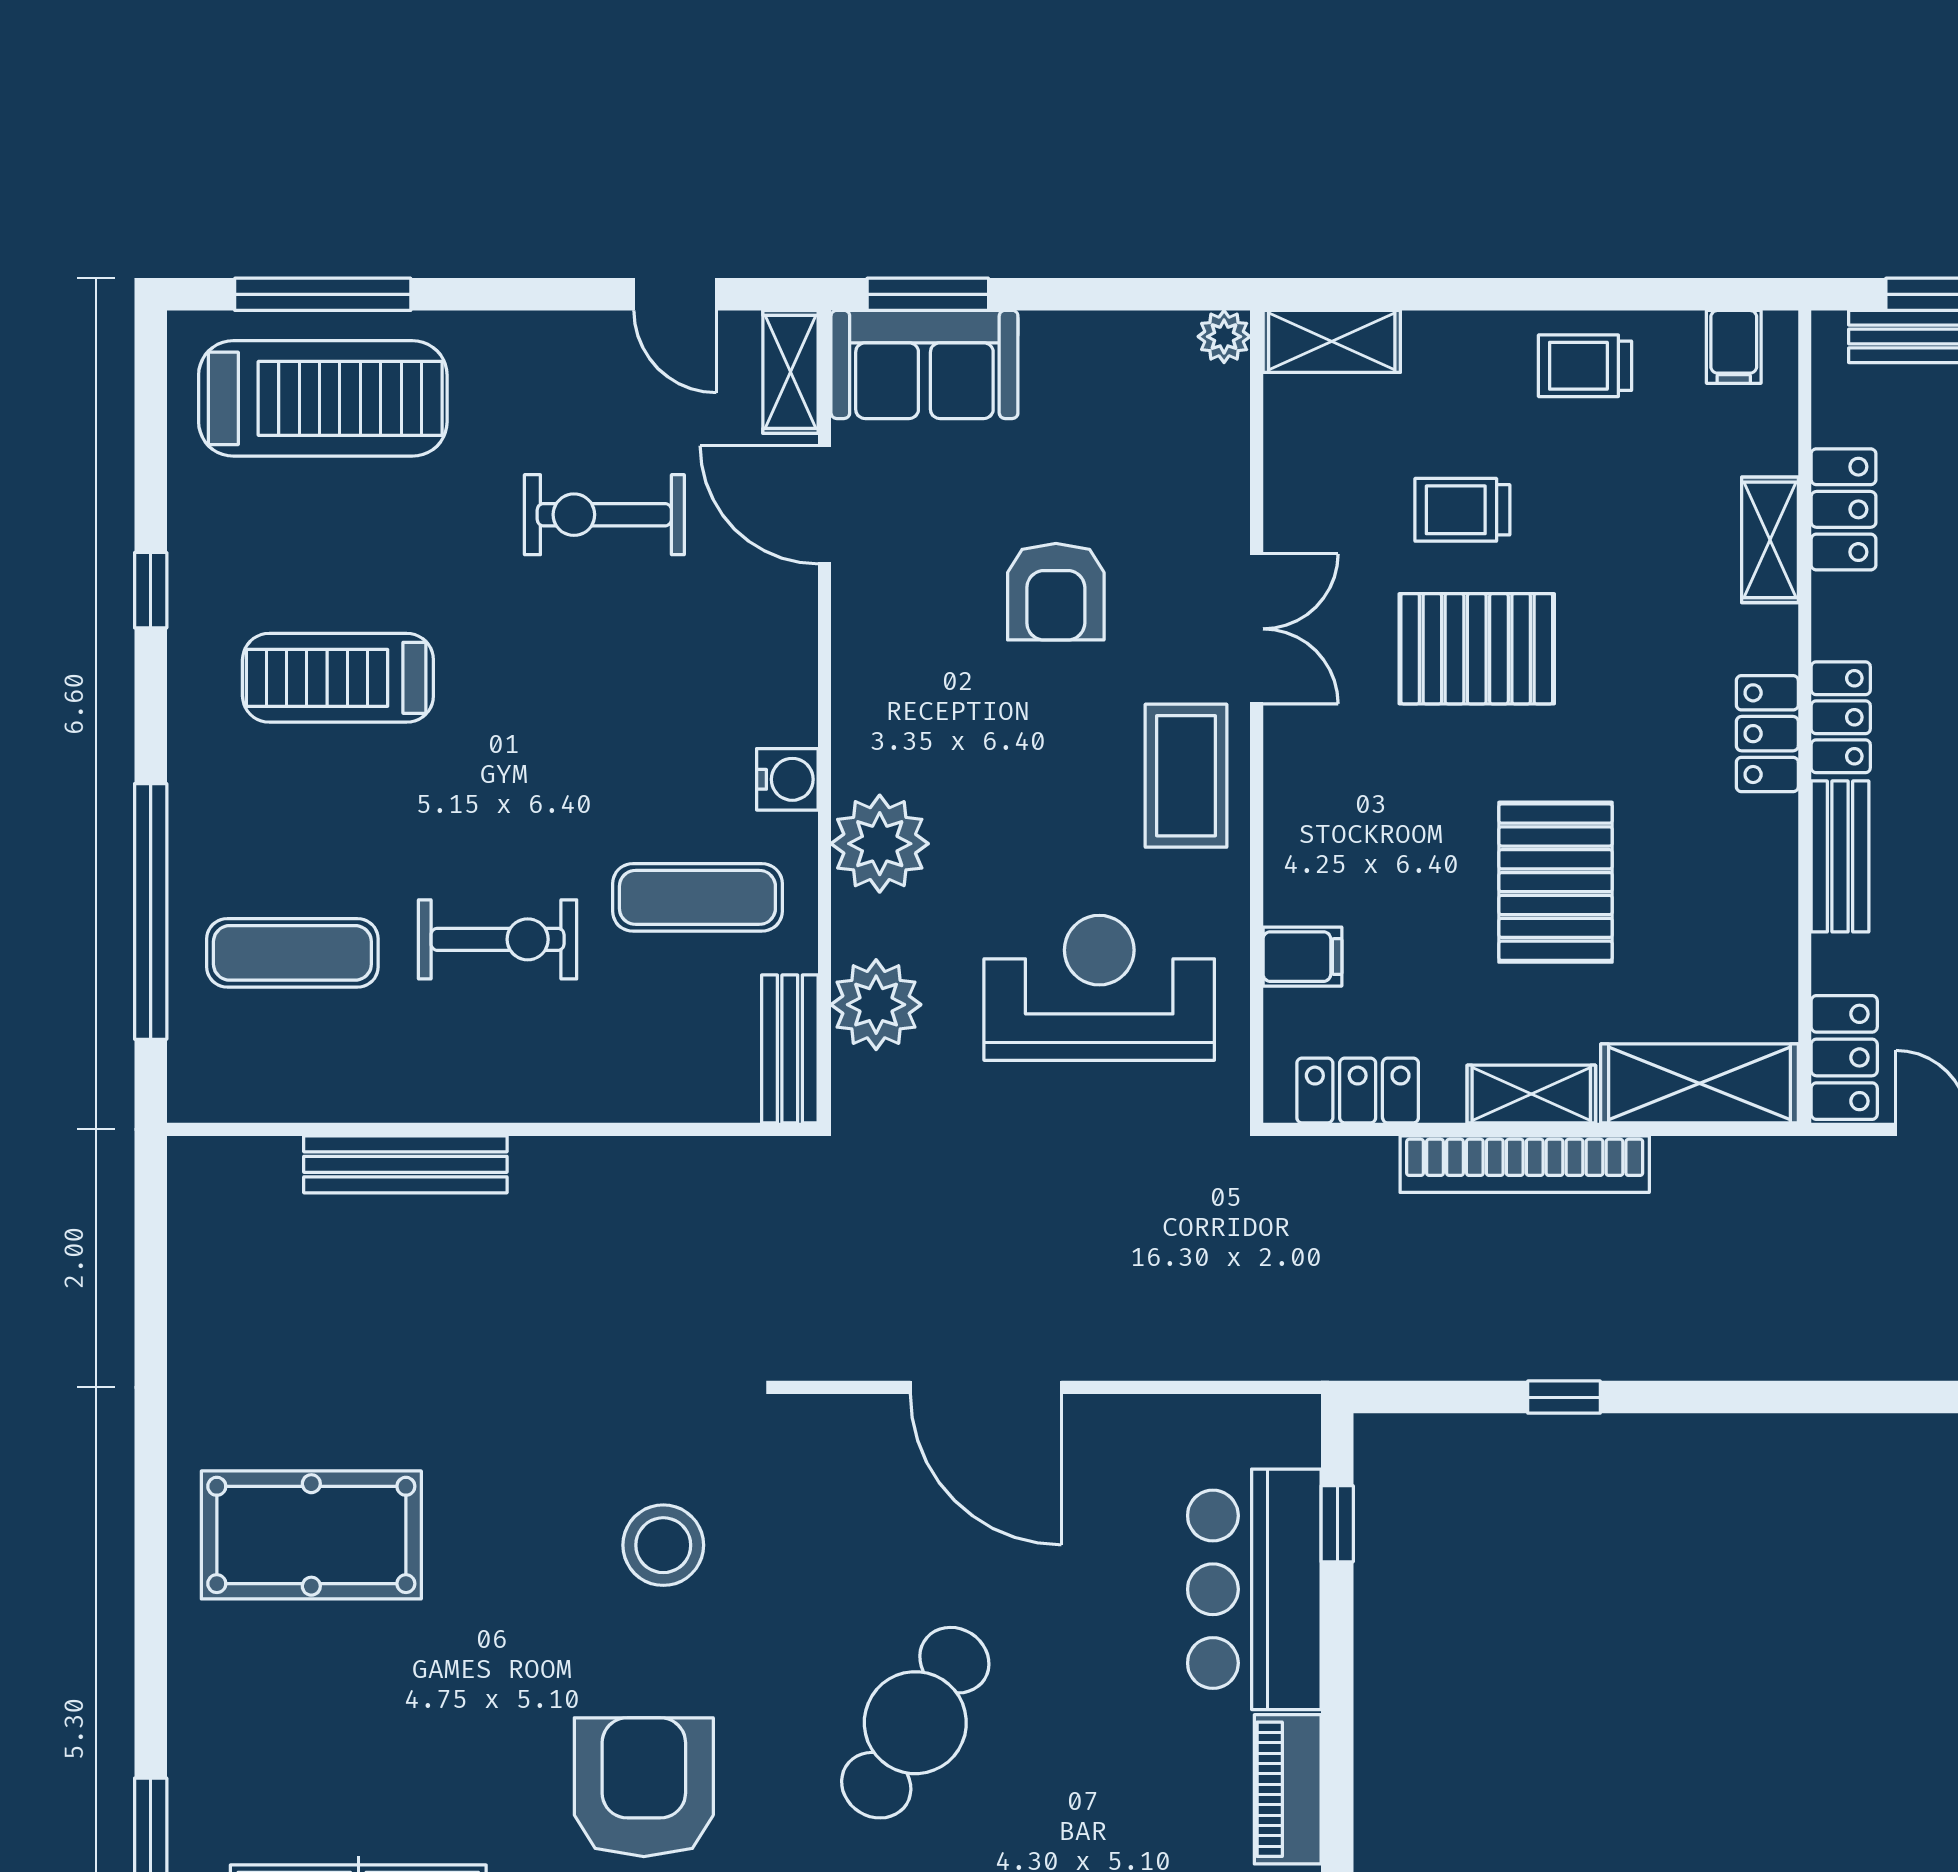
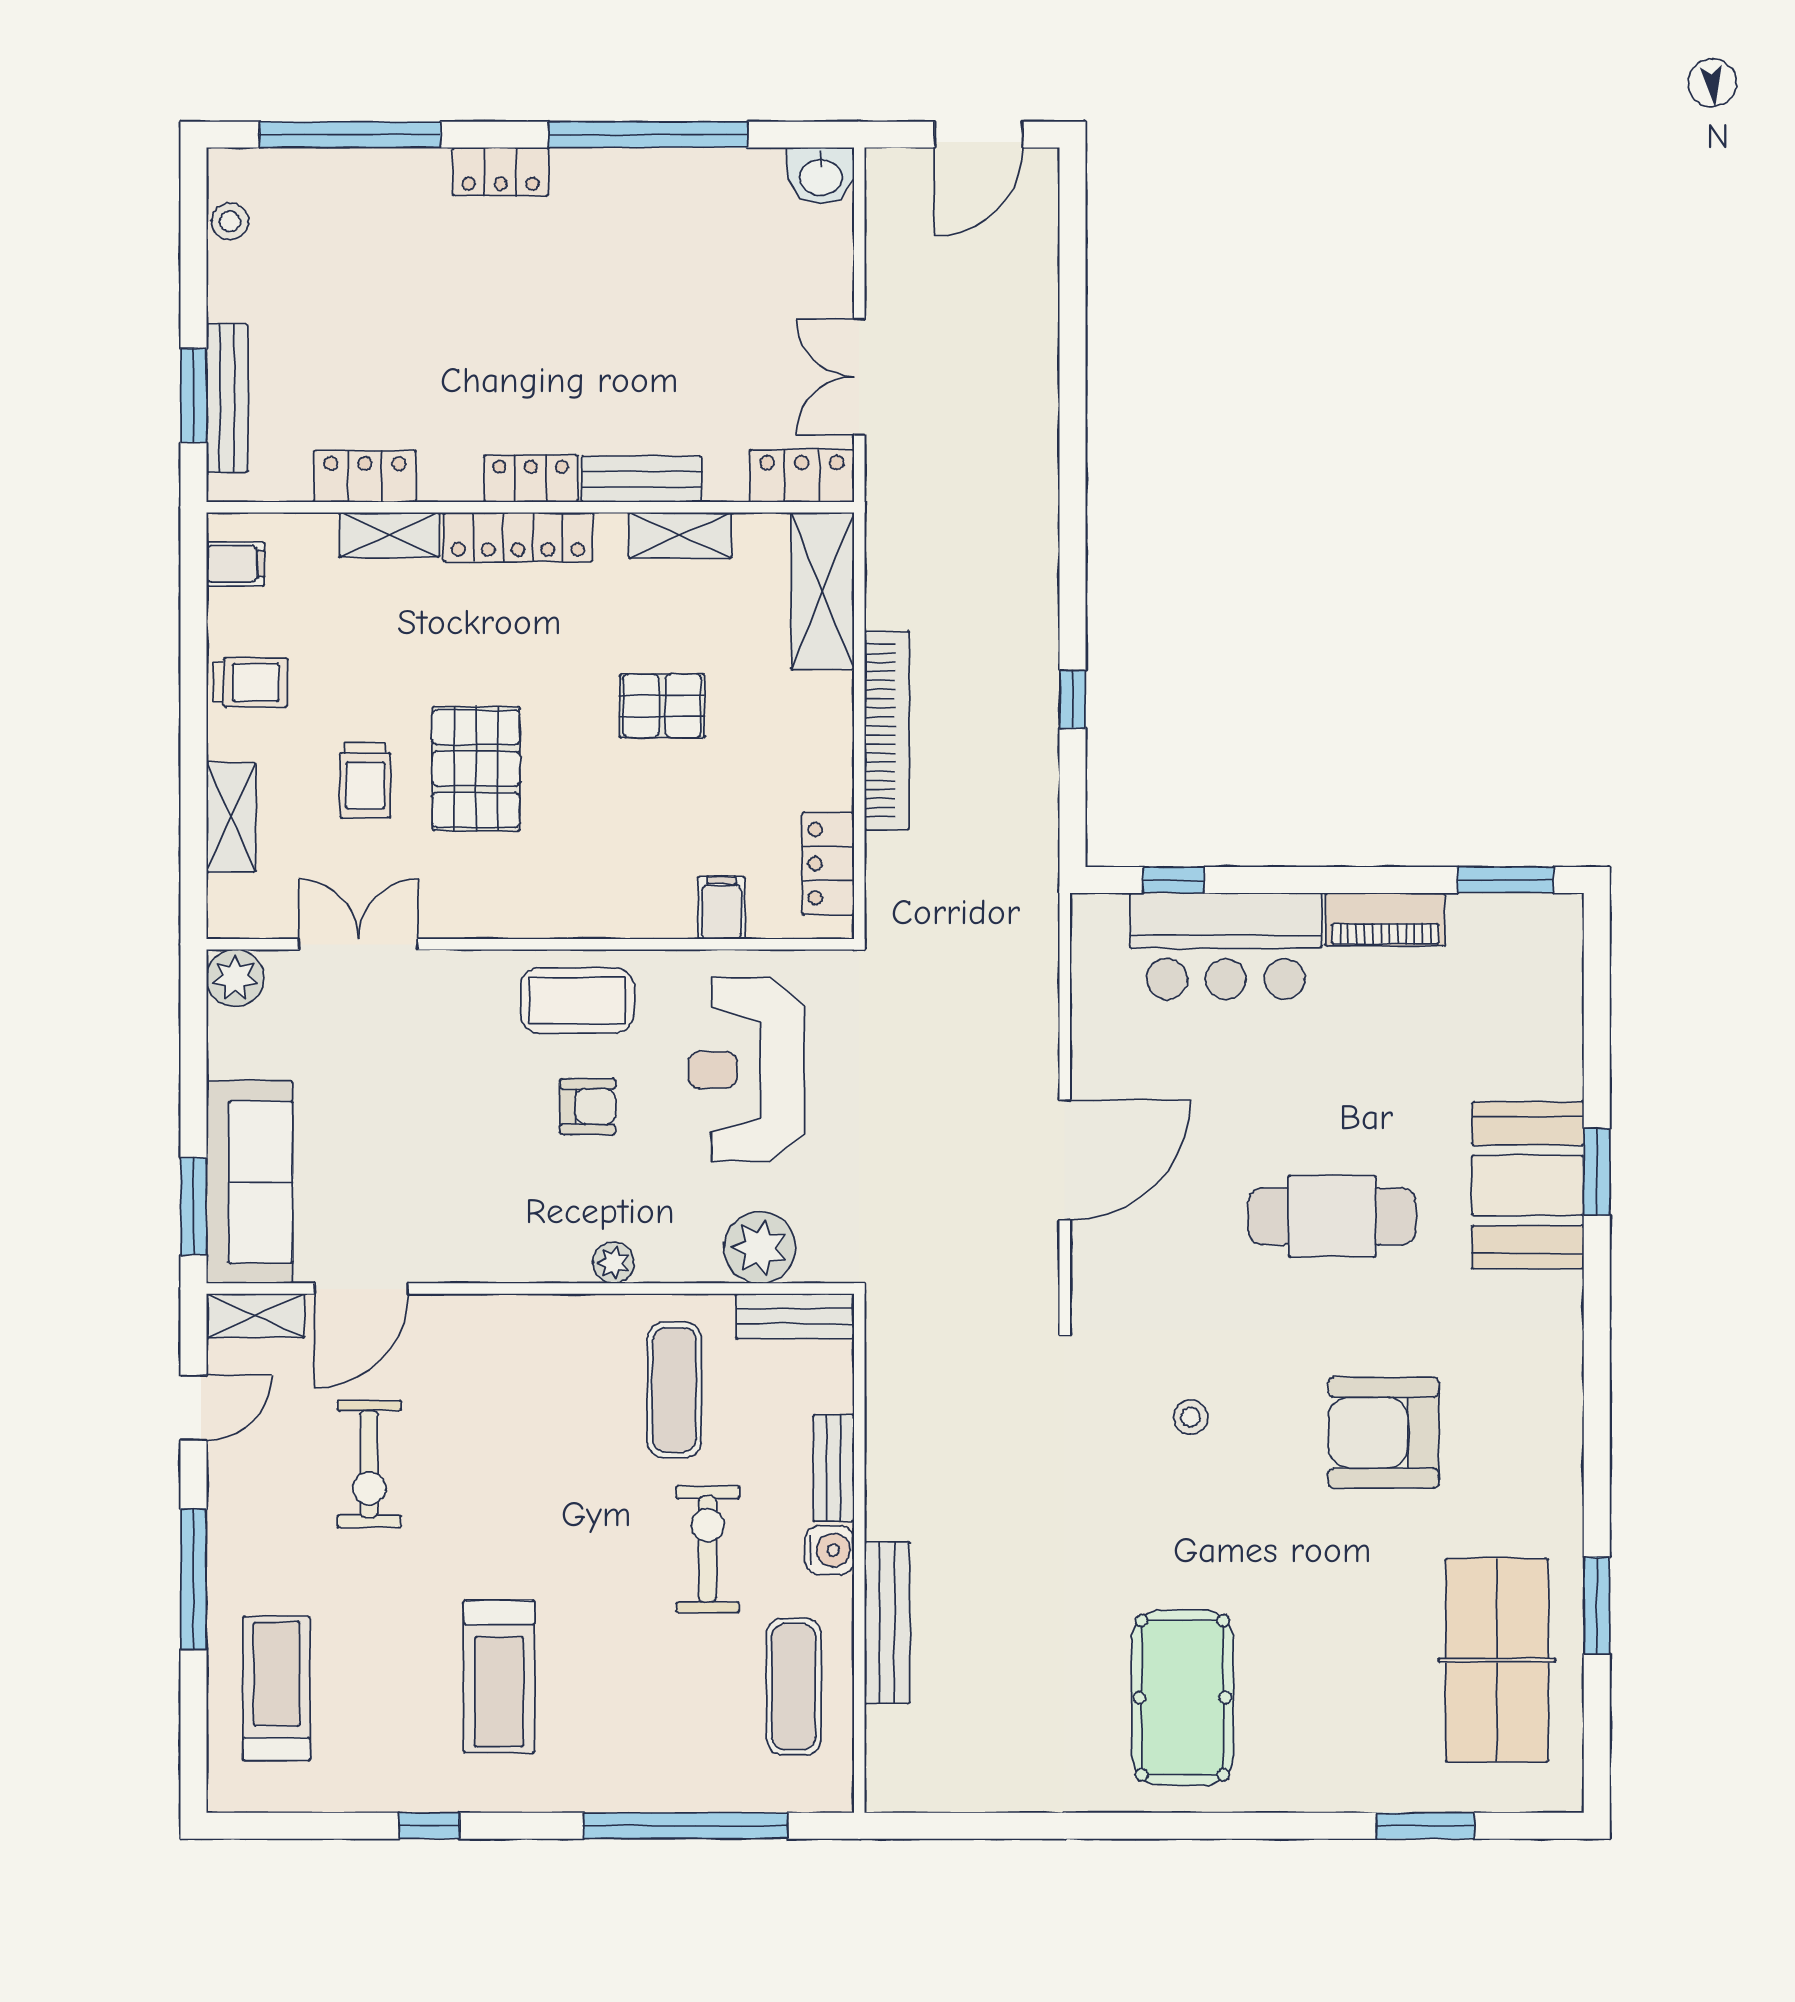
window: (323, 294) -> (194, 1579), moved
plant: (1224, 337) -> (235, 978), width x1.38, depth x1.38
shelving: (1332, 341) -> (231, 817), moved
sofa: (924, 364) -> (249, 1182), width x1.36
trolley: (1585, 366) -> (250, 682), turned -90
treadmill: (323, 398) -> (277, 1688), width x0.73, depth x0.73
armchair: (1056, 592) -> (588, 1107), moved, width x0.72, depth x0.72
double door: (1257, 629) -> (358, 944), moved
locker: (1767, 734) -> (518, 537), width x1.53
water cooler: (787, 779) -> (830, 1550), moved, turned 90
plant: (880, 844) -> (613, 1263), width x0.53, depth x0.53
pallet: (1556, 882) -> (662, 706), width x0.67, depth x0.71
exercise mat: (292, 953) -> (794, 1687), moved
shelving: (1531, 1094) -> (680, 535), moved, turned 90
bench: (599, 1097) -> (834, 1468), added
stool: (663, 1545) -> (1191, 1417), width x0.53, depth x0.53
cafe table: (915, 1723) -> (1332, 1216), turned -32

